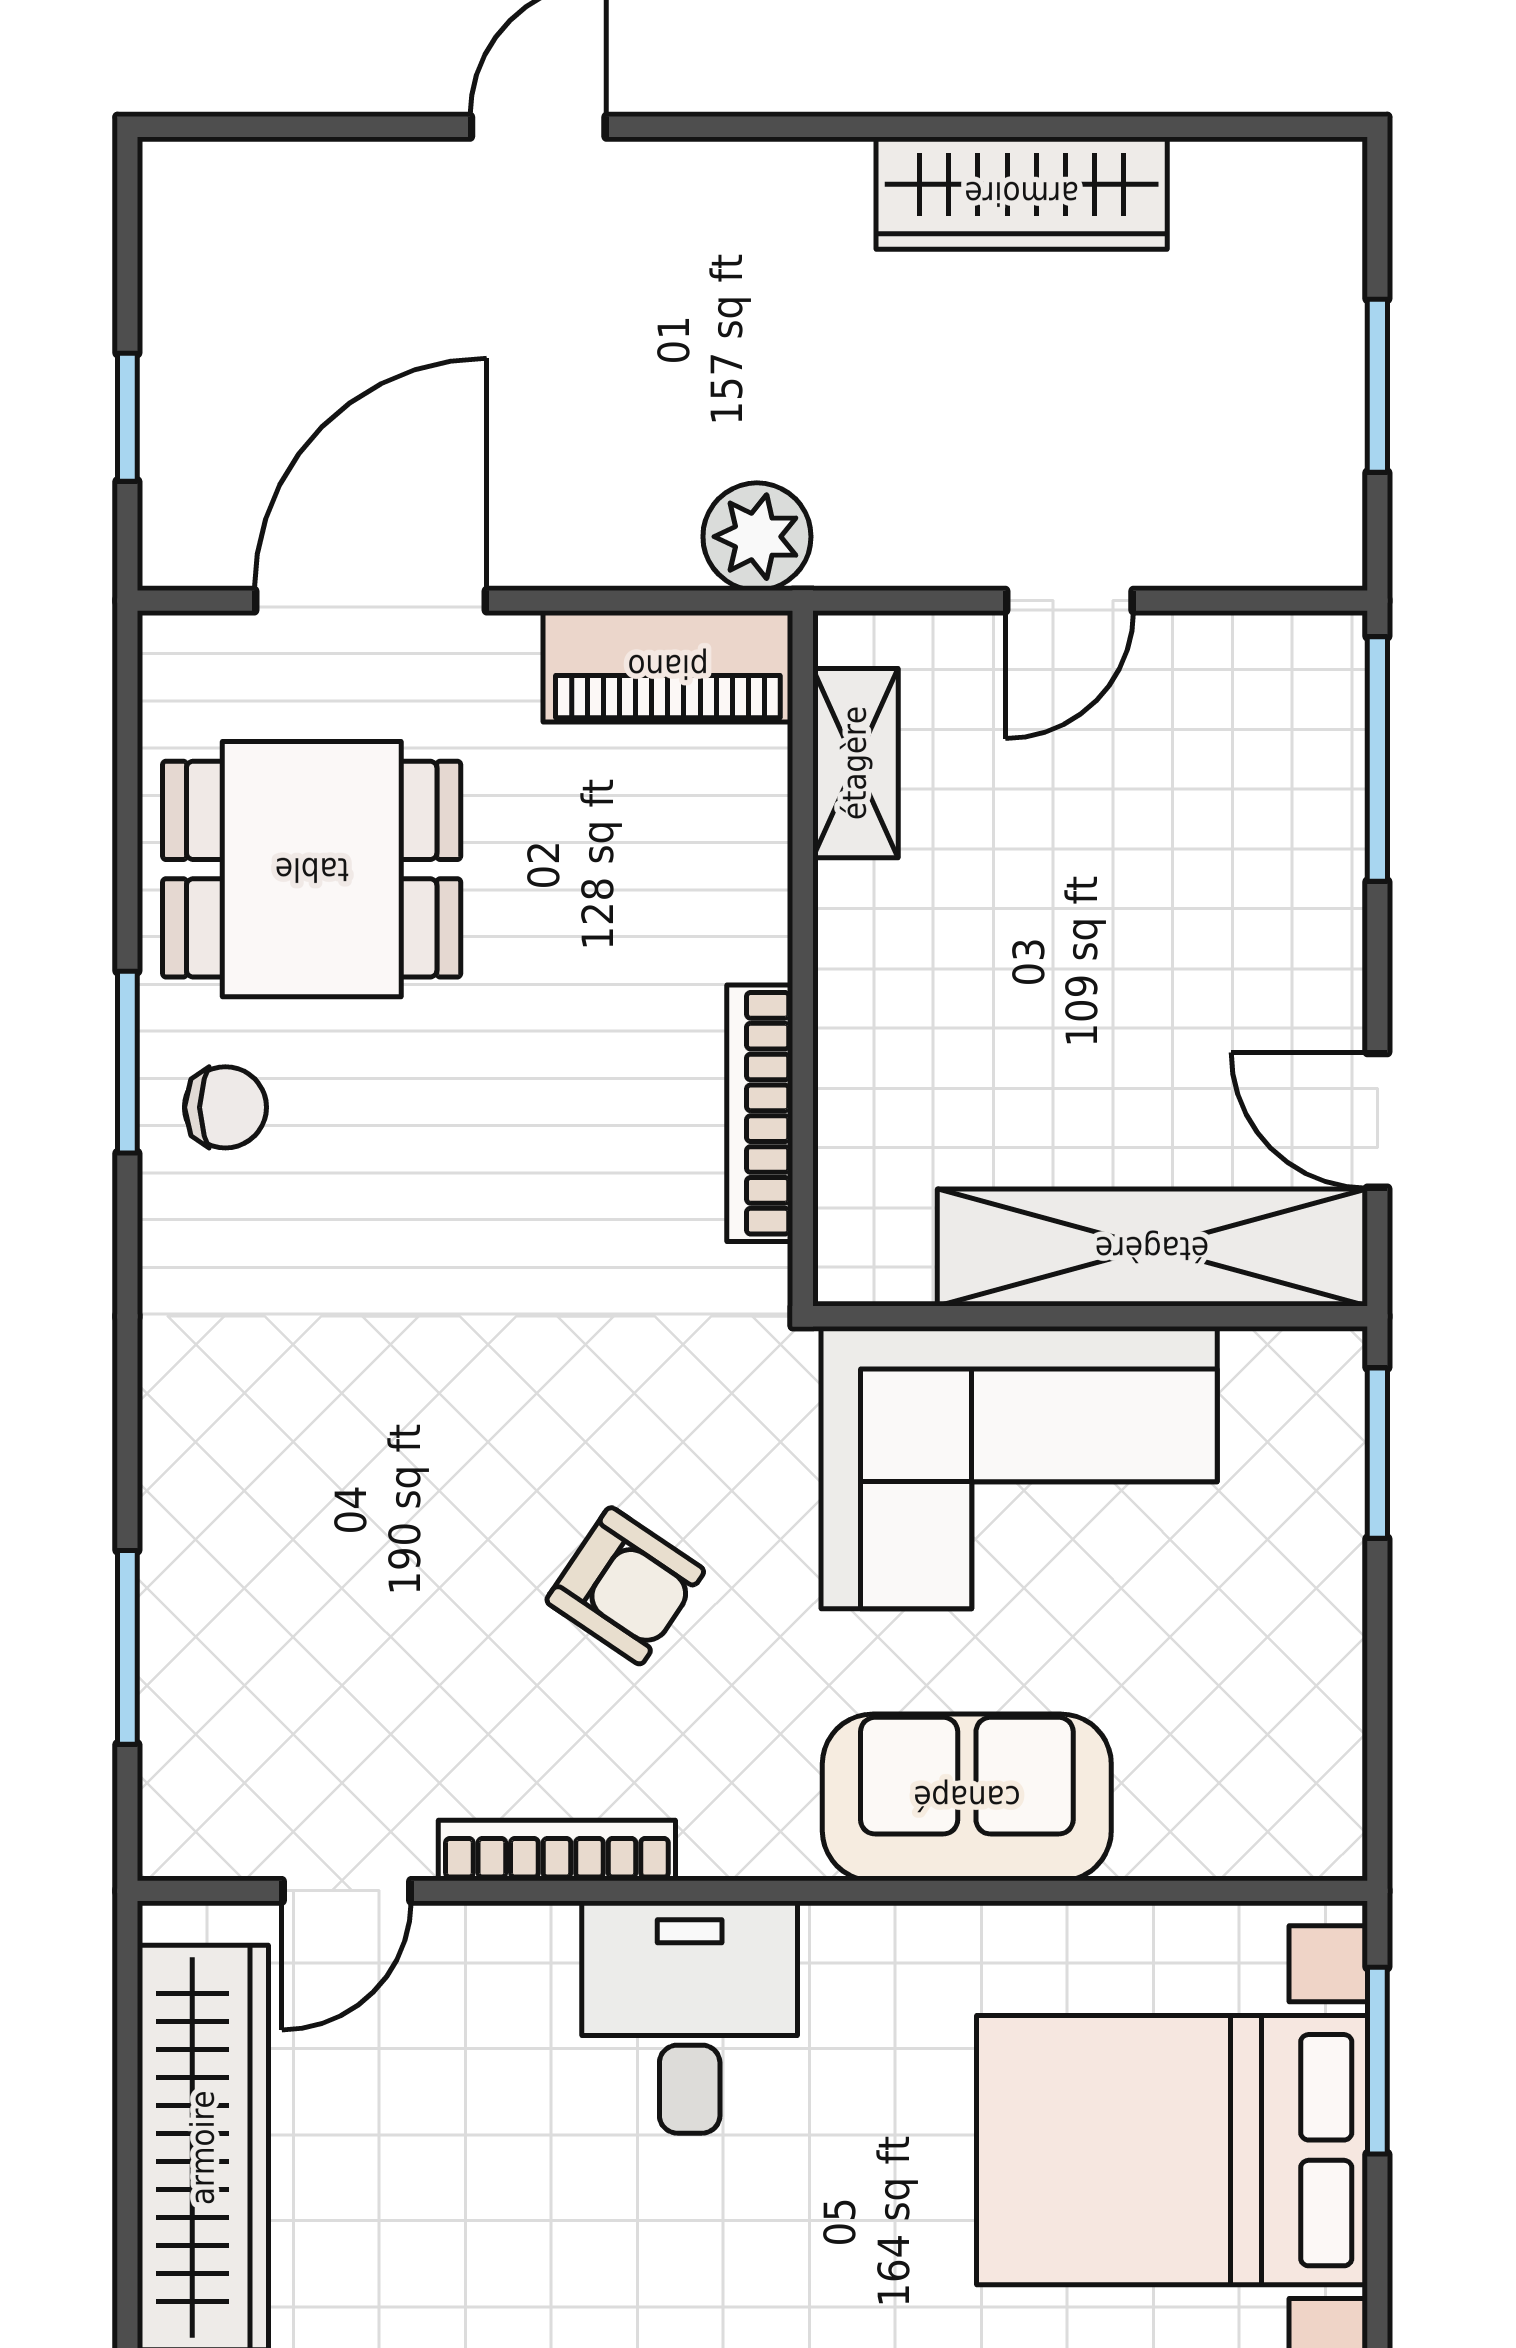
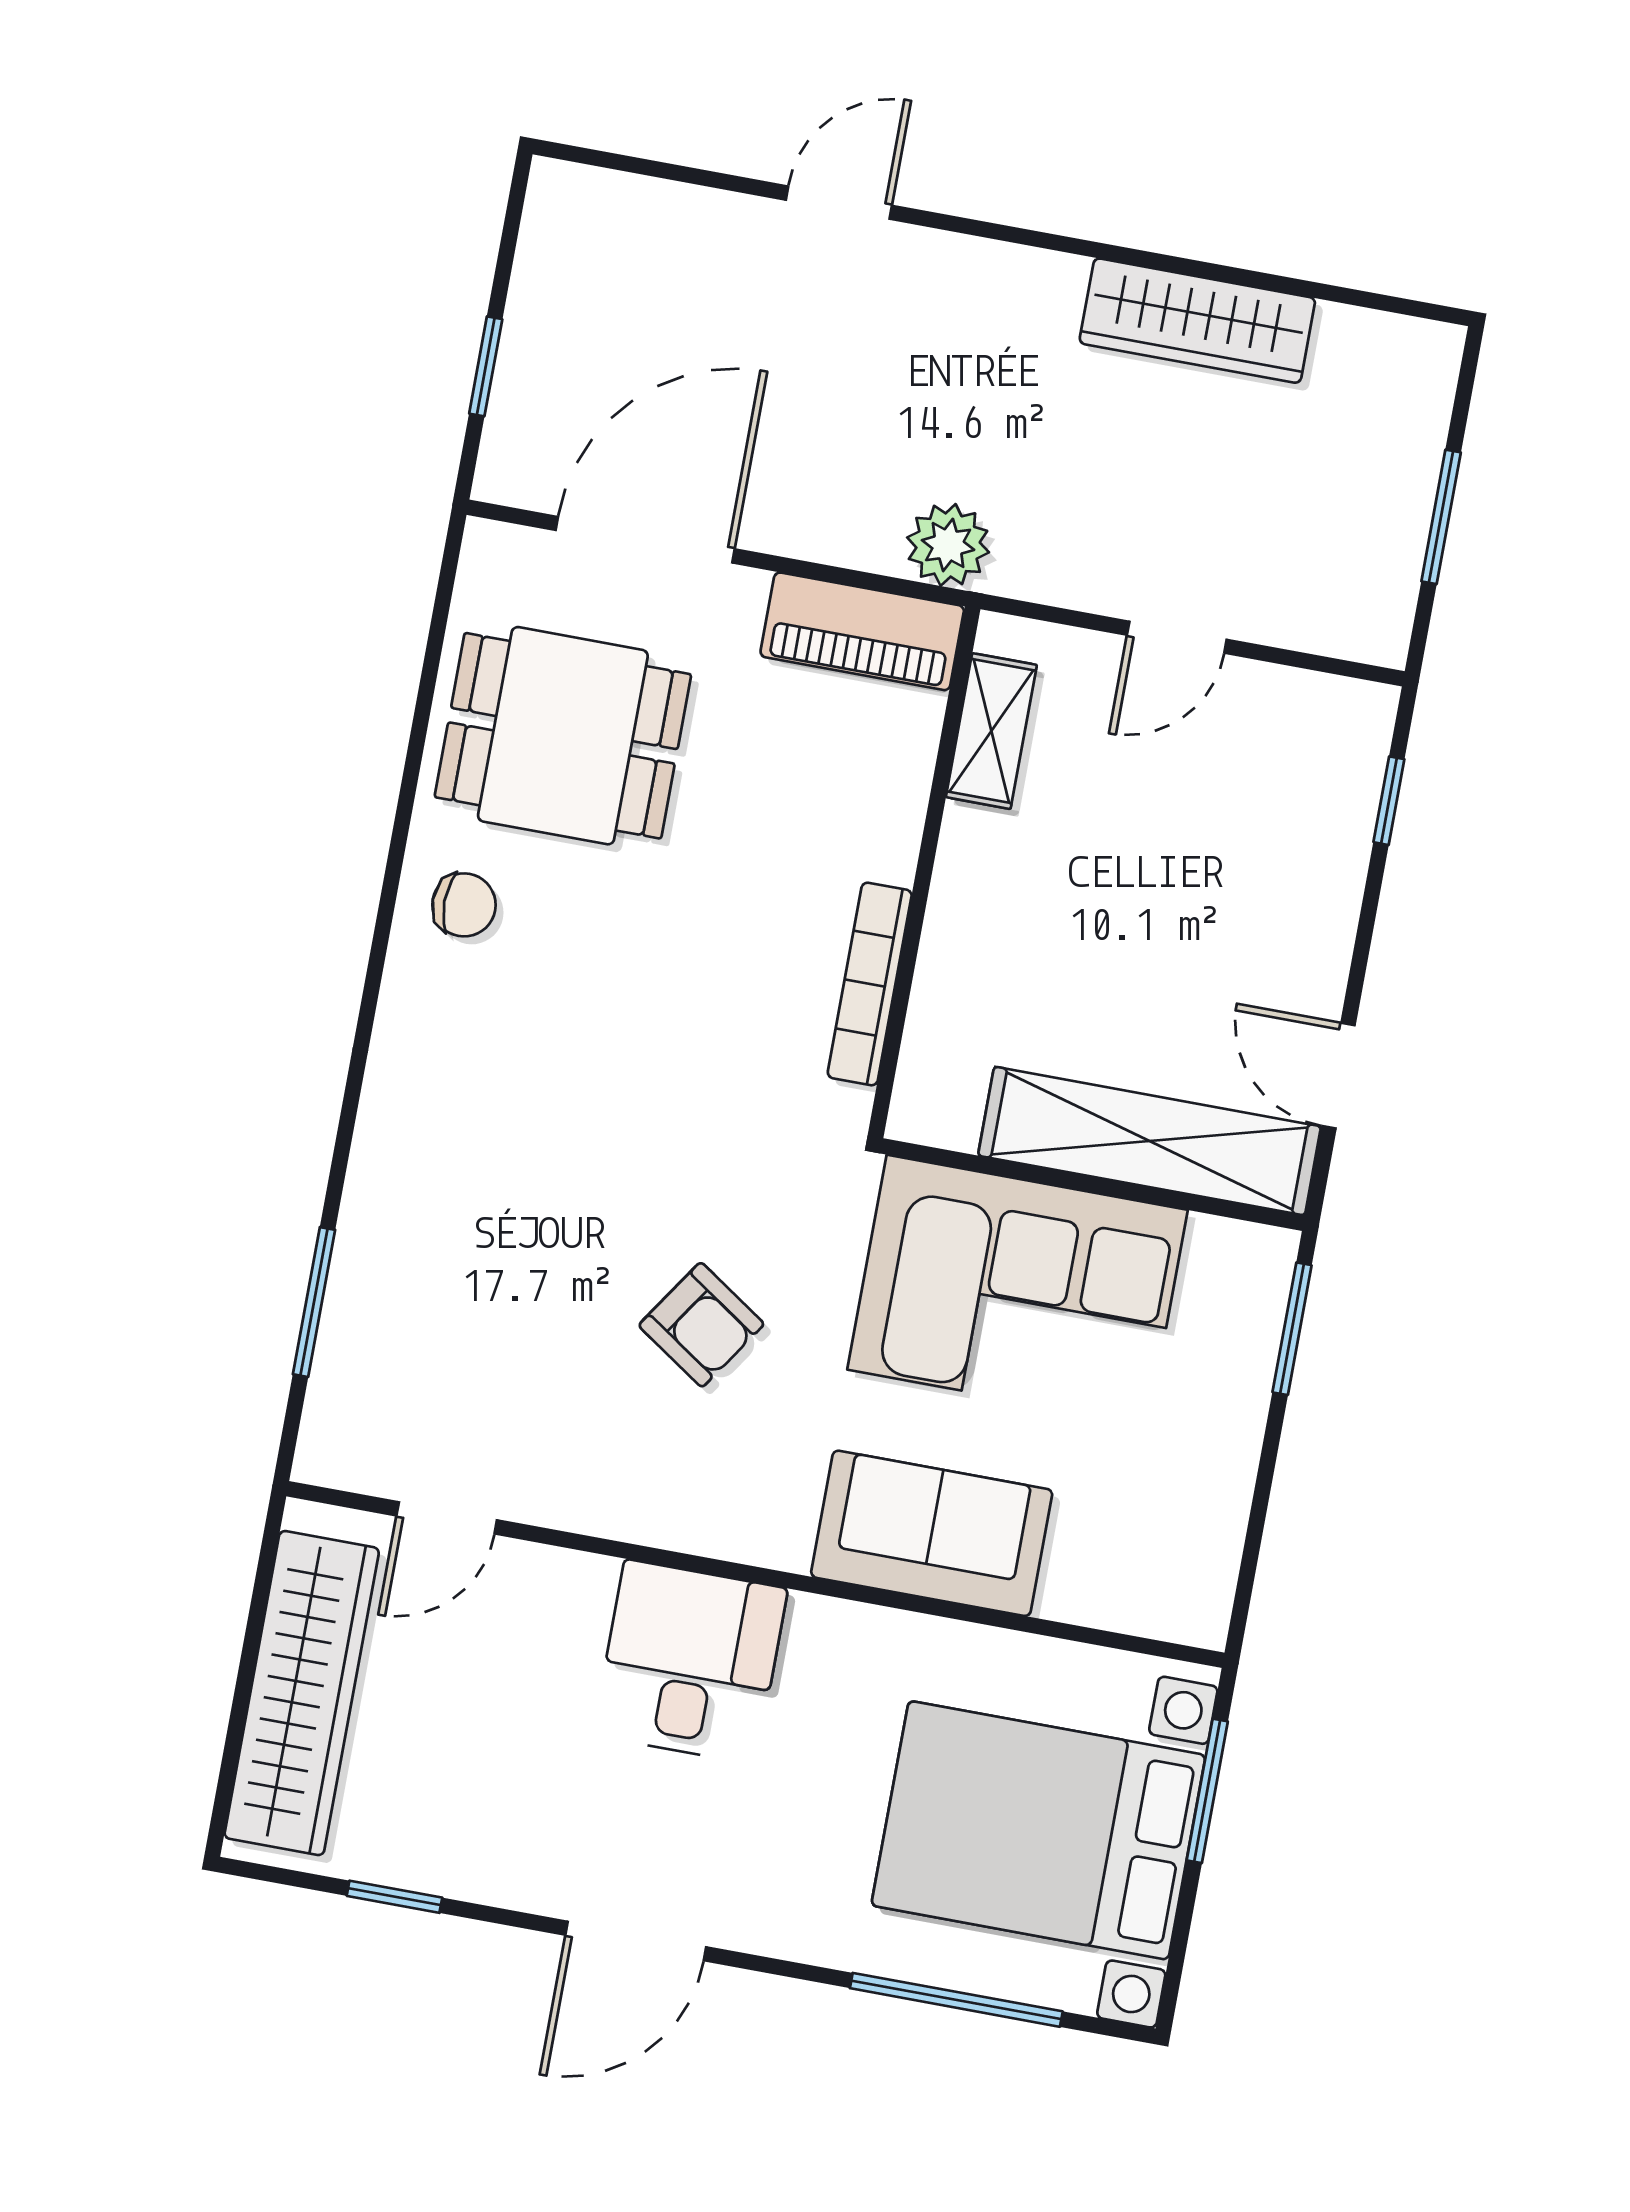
window: (1377, 759) -> (1389, 801), width x0.46
window: (127, 1062) -> (396, 857), removed
bookcase: (557, 1850) -> (612, 1516), removed

